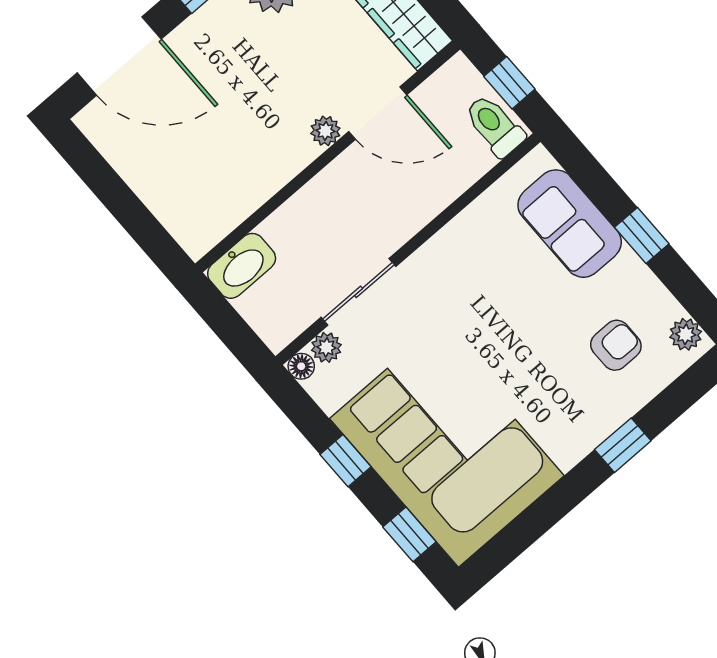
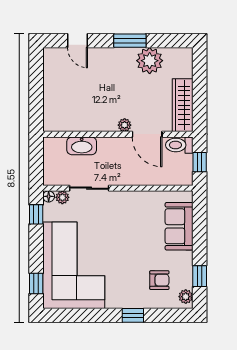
door: (119, 56) -> (77, 41), width x0.53
toilet: (494, 126) -> (179, 145), moved, turned -90
window: (642, 236) -> (200, 276), moved
washbasin: (242, 266) -> (82, 146), moved
window: (345, 461) -> (36, 214), moved

